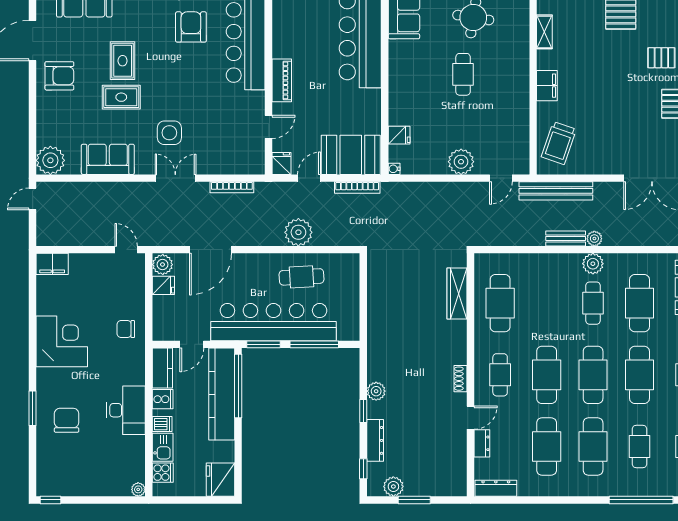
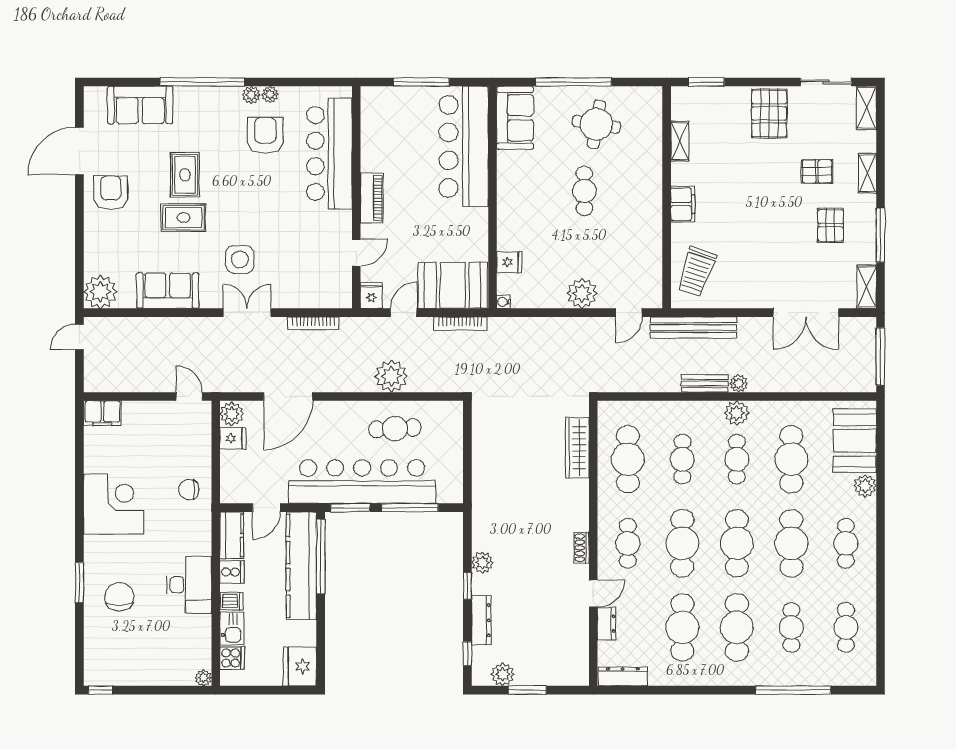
armchair: (59, 76) -> (111, 193), turned -90
cafe table: (547, 303) -> (682, 459), added

